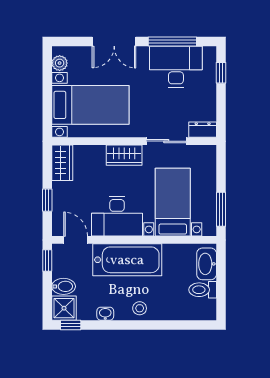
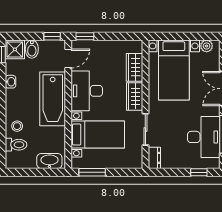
wardrobe: (62, 163) -> (134, 67), moved, turned 90
window: (47, 200) -> (85, 36), moved
toilet: (203, 290) -> (16, 145), moved, turned 90
stool: (140, 308) -> (17, 126), moved

